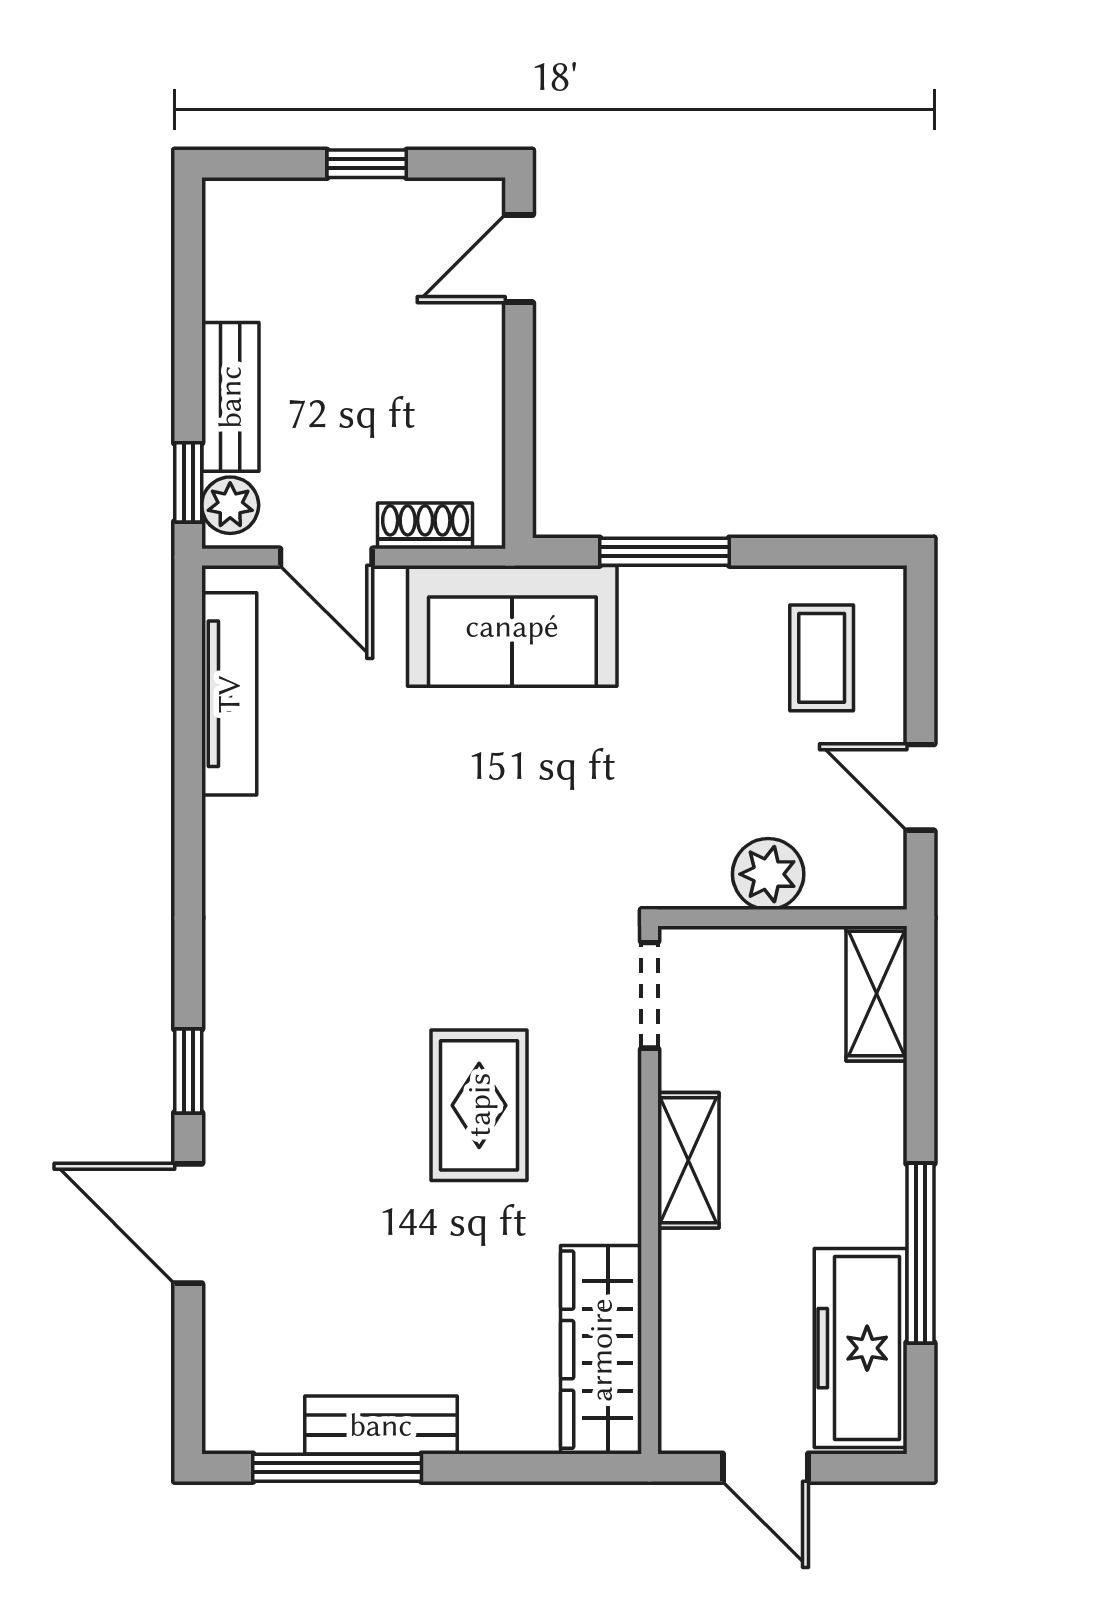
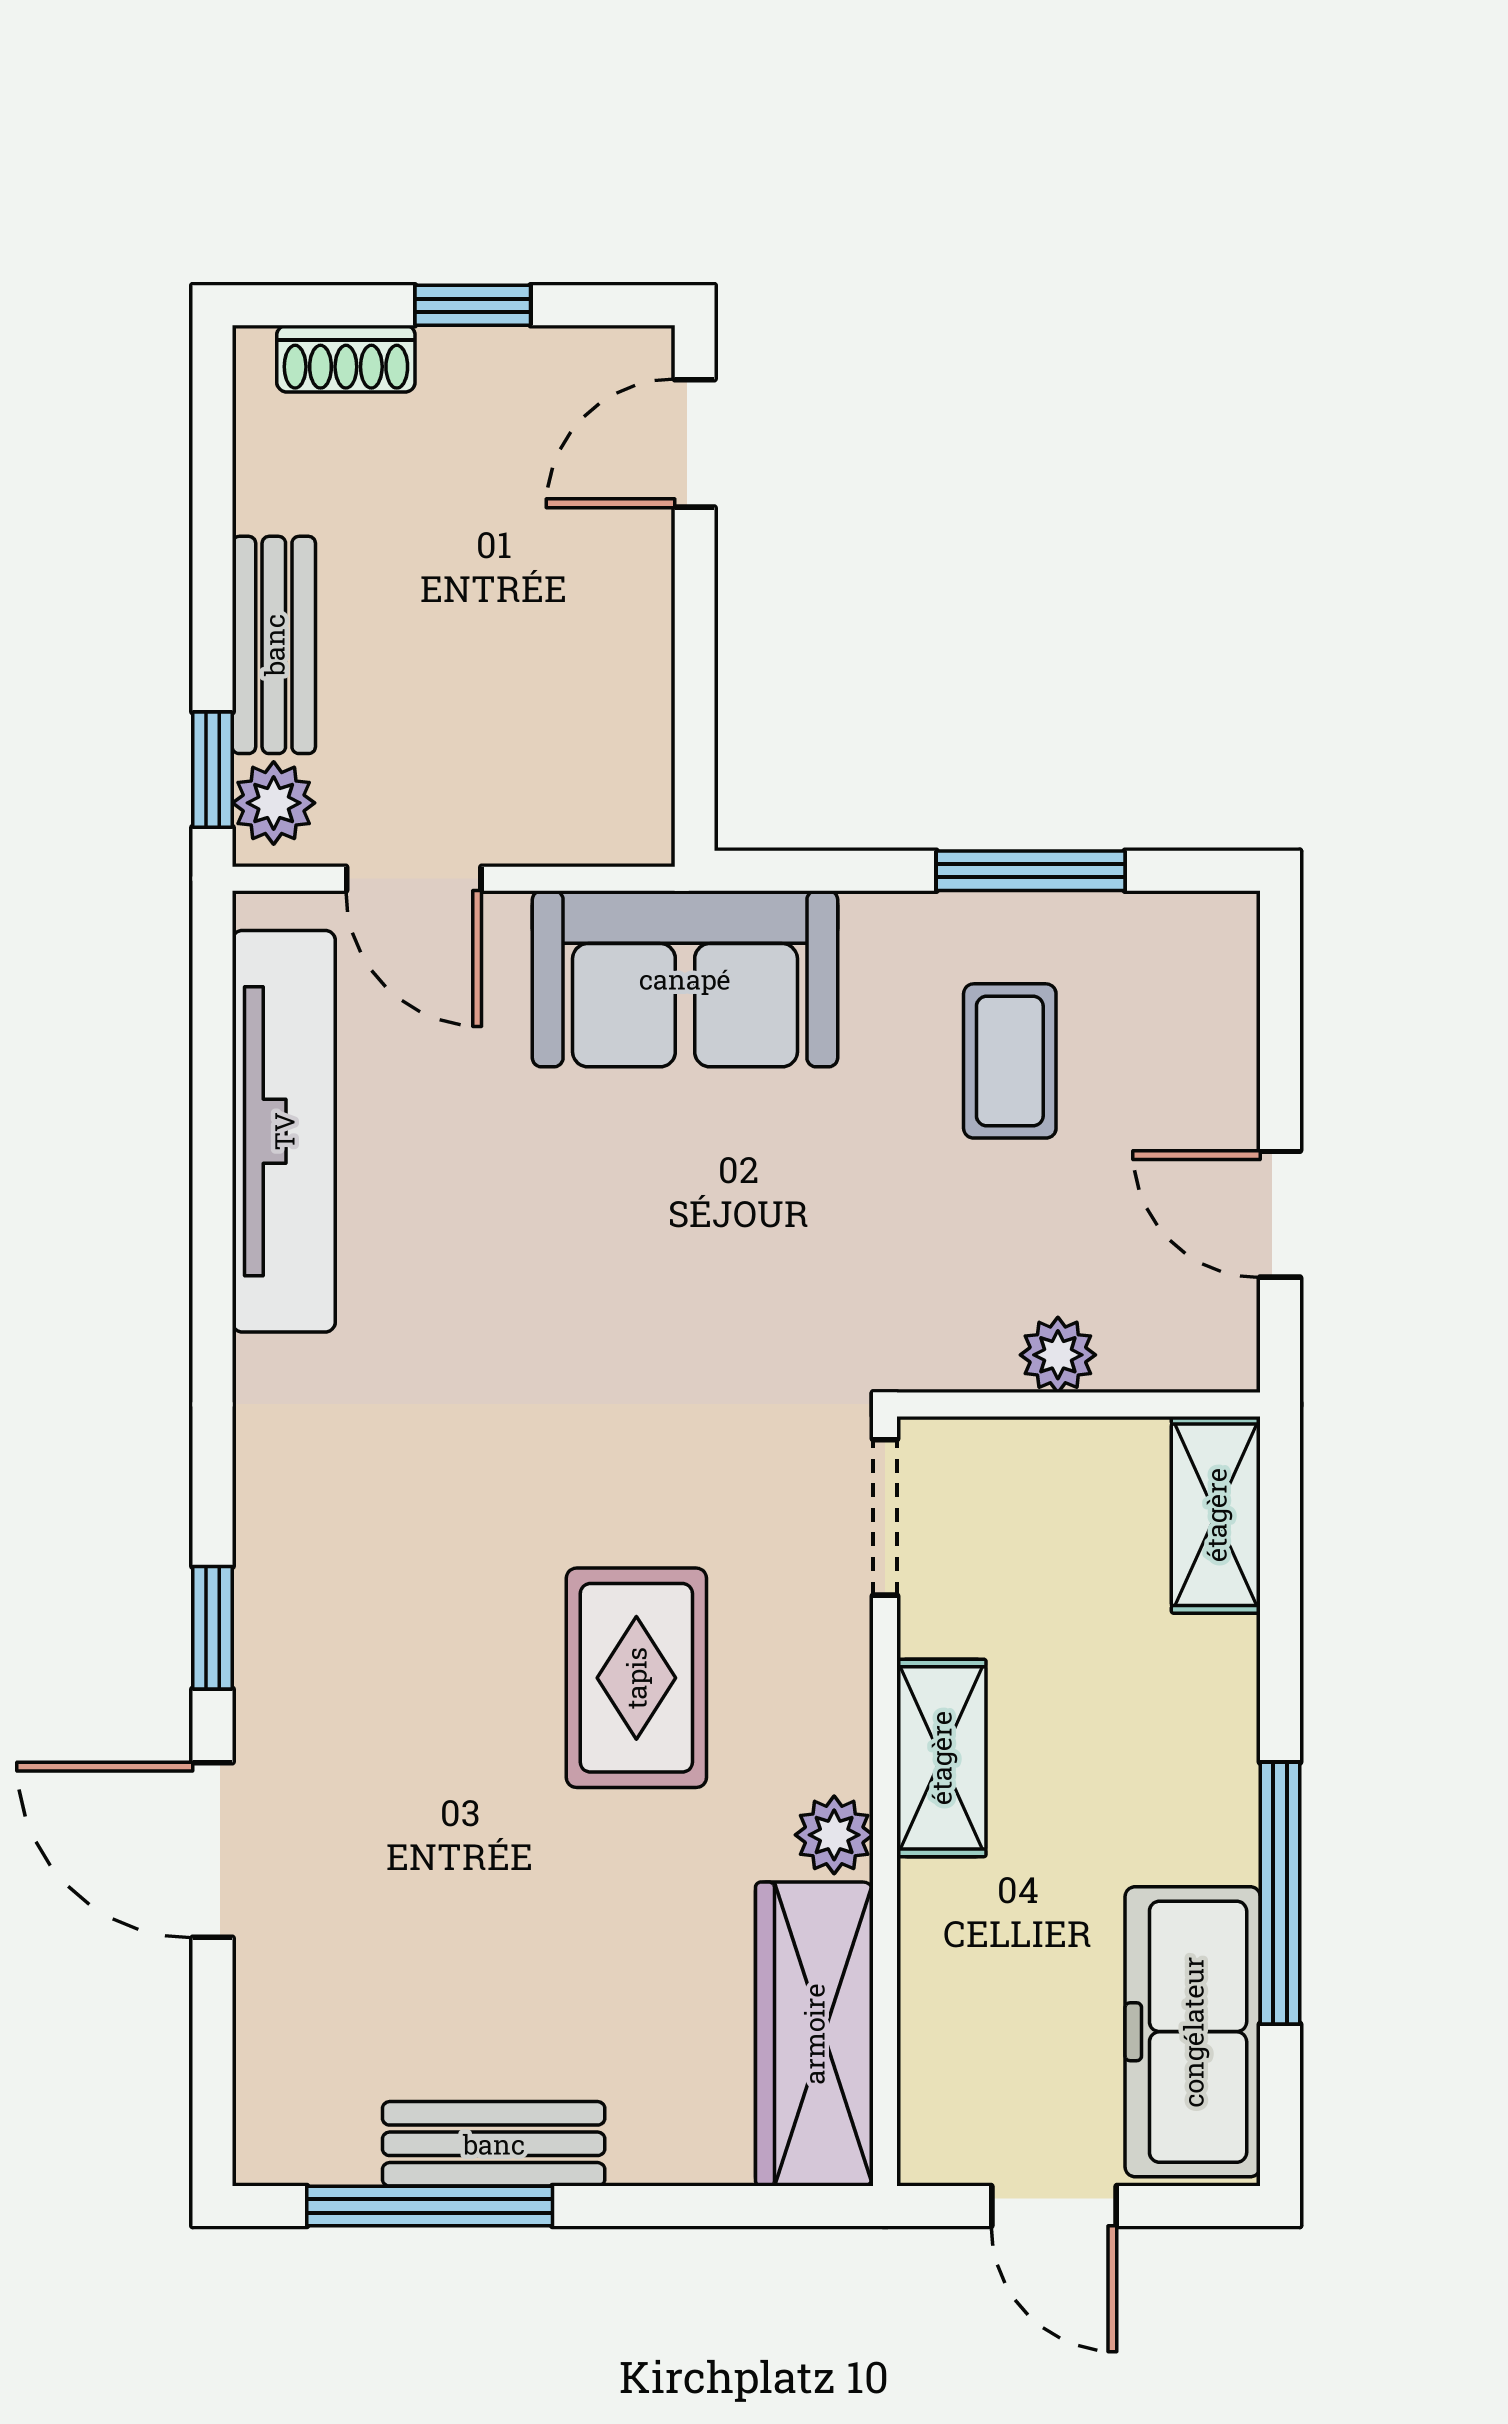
shoe rack: (425, 526) -> (346, 359), moved, turned 180
window: (665, 552) -> (1031, 871), moved
coffee table: (822, 658) -> (1010, 1061), moved
tv unit: (229, 694) -> (284, 1131), width x1.36, depth x1.29
plant: (768, 874) -> (1058, 1355), width x0.73, depth x0.73
plant: (615, 1213) -> (834, 1835), added

